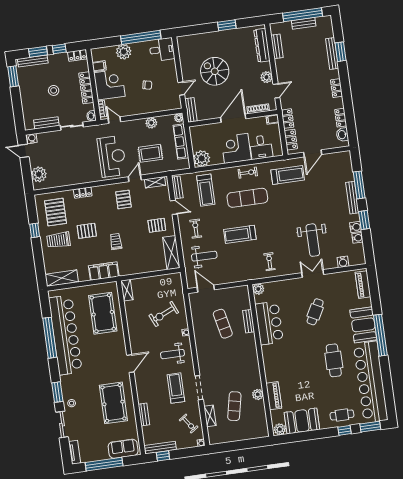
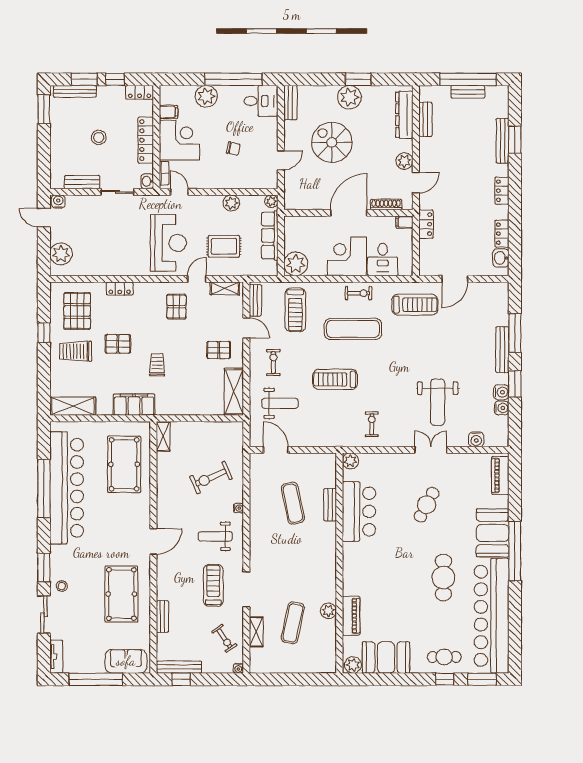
plant: (222, 38) -> (349, 97), added
bench: (191, 110) -> (290, 103), moved
locker: (291, 140) -> (426, 255), removed

